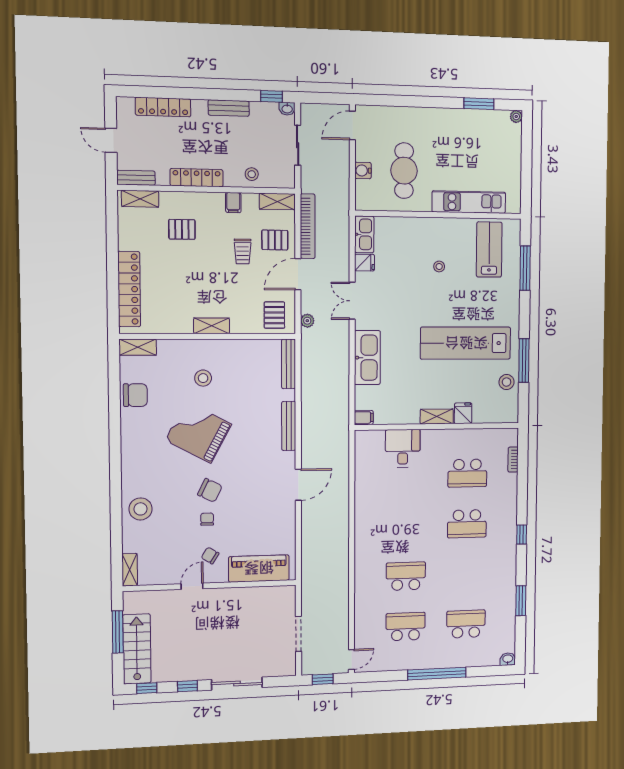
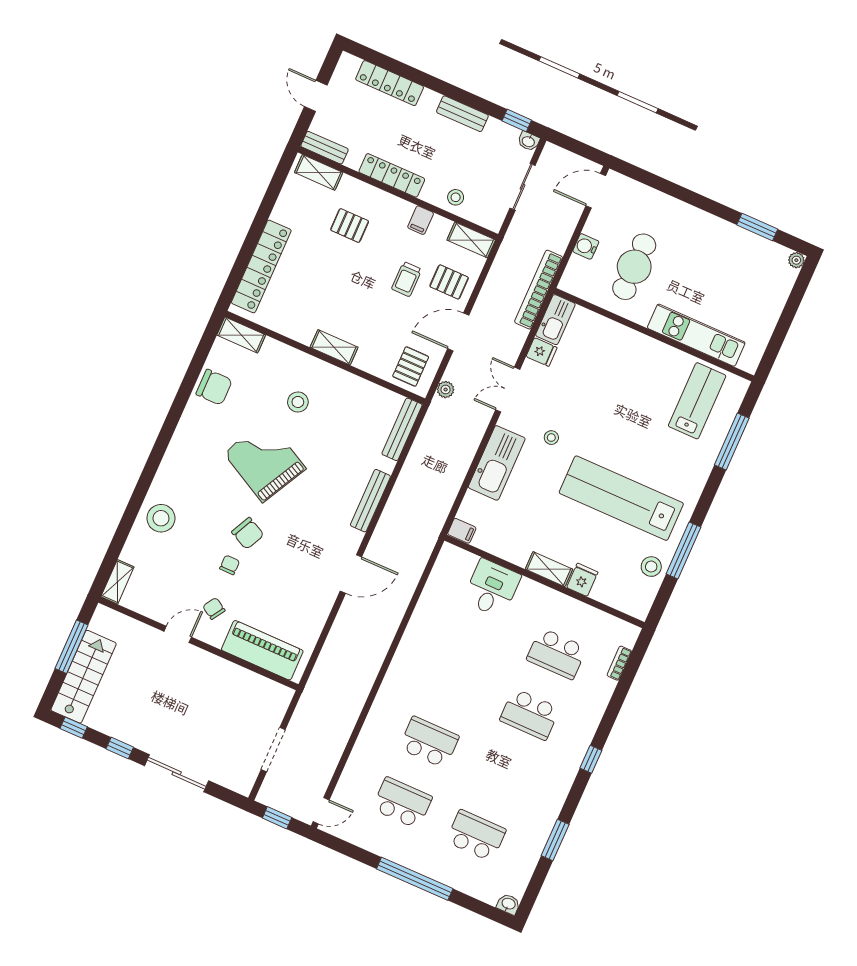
bookcase: (308, 226) -> (539, 290), moved, turned 180
stool: (439, 266) -> (551, 438), moved

